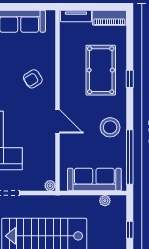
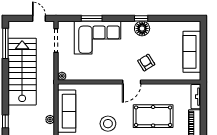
door: (57, 121) -> (132, 82), moved

